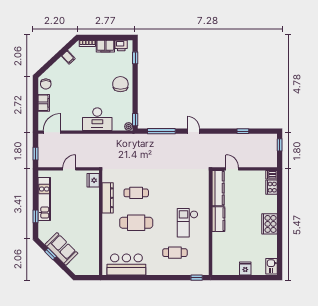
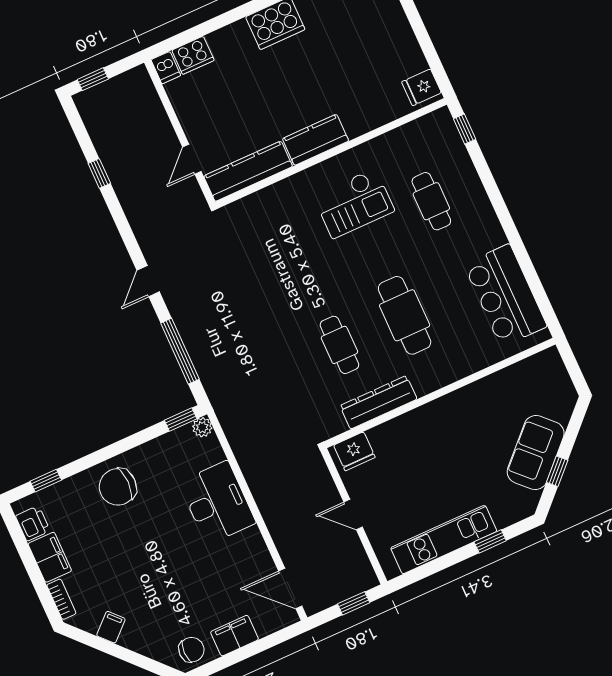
fridge: (245, 268) -> (421, 87), moved

